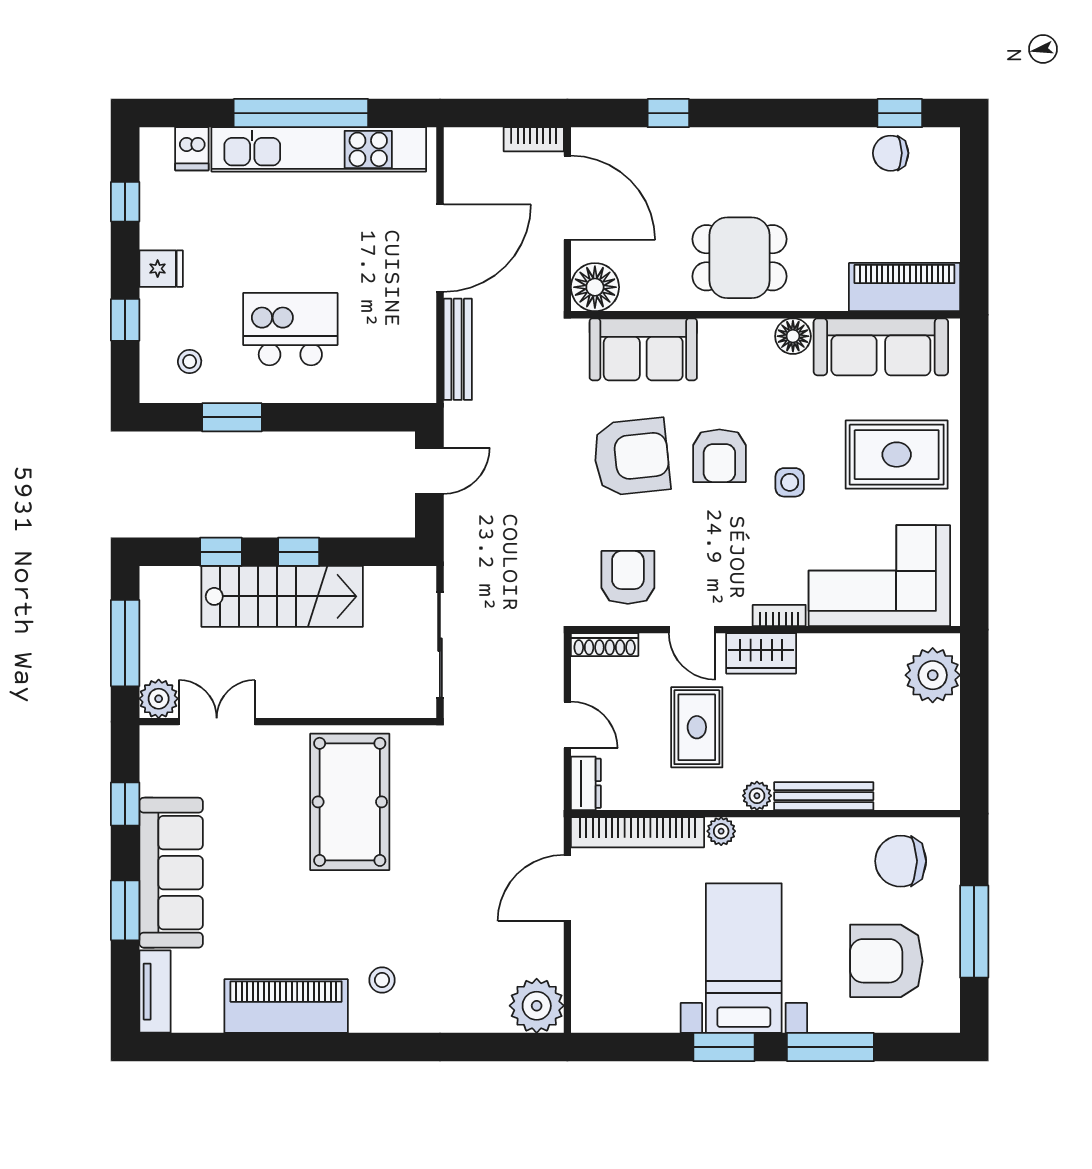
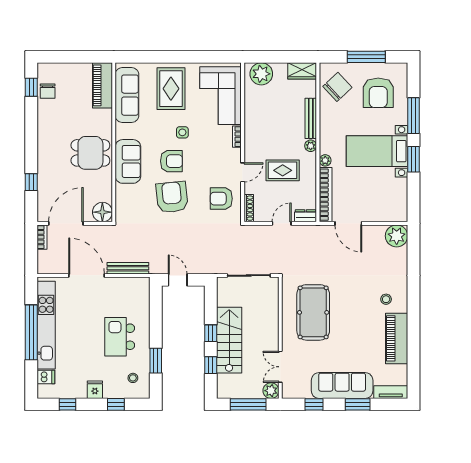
dining table: (739, 258) -> (90, 153), turned 90
floor lamp: (793, 336) -> (123, 131), removed
sofa: (643, 349) -> (128, 161), moved
wardrobe: (761, 653) -> (302, 71), moved, turned 90
pool table: (350, 802) -> (313, 312), turned 90
chair: (901, 861) -> (337, 87), turned -133

